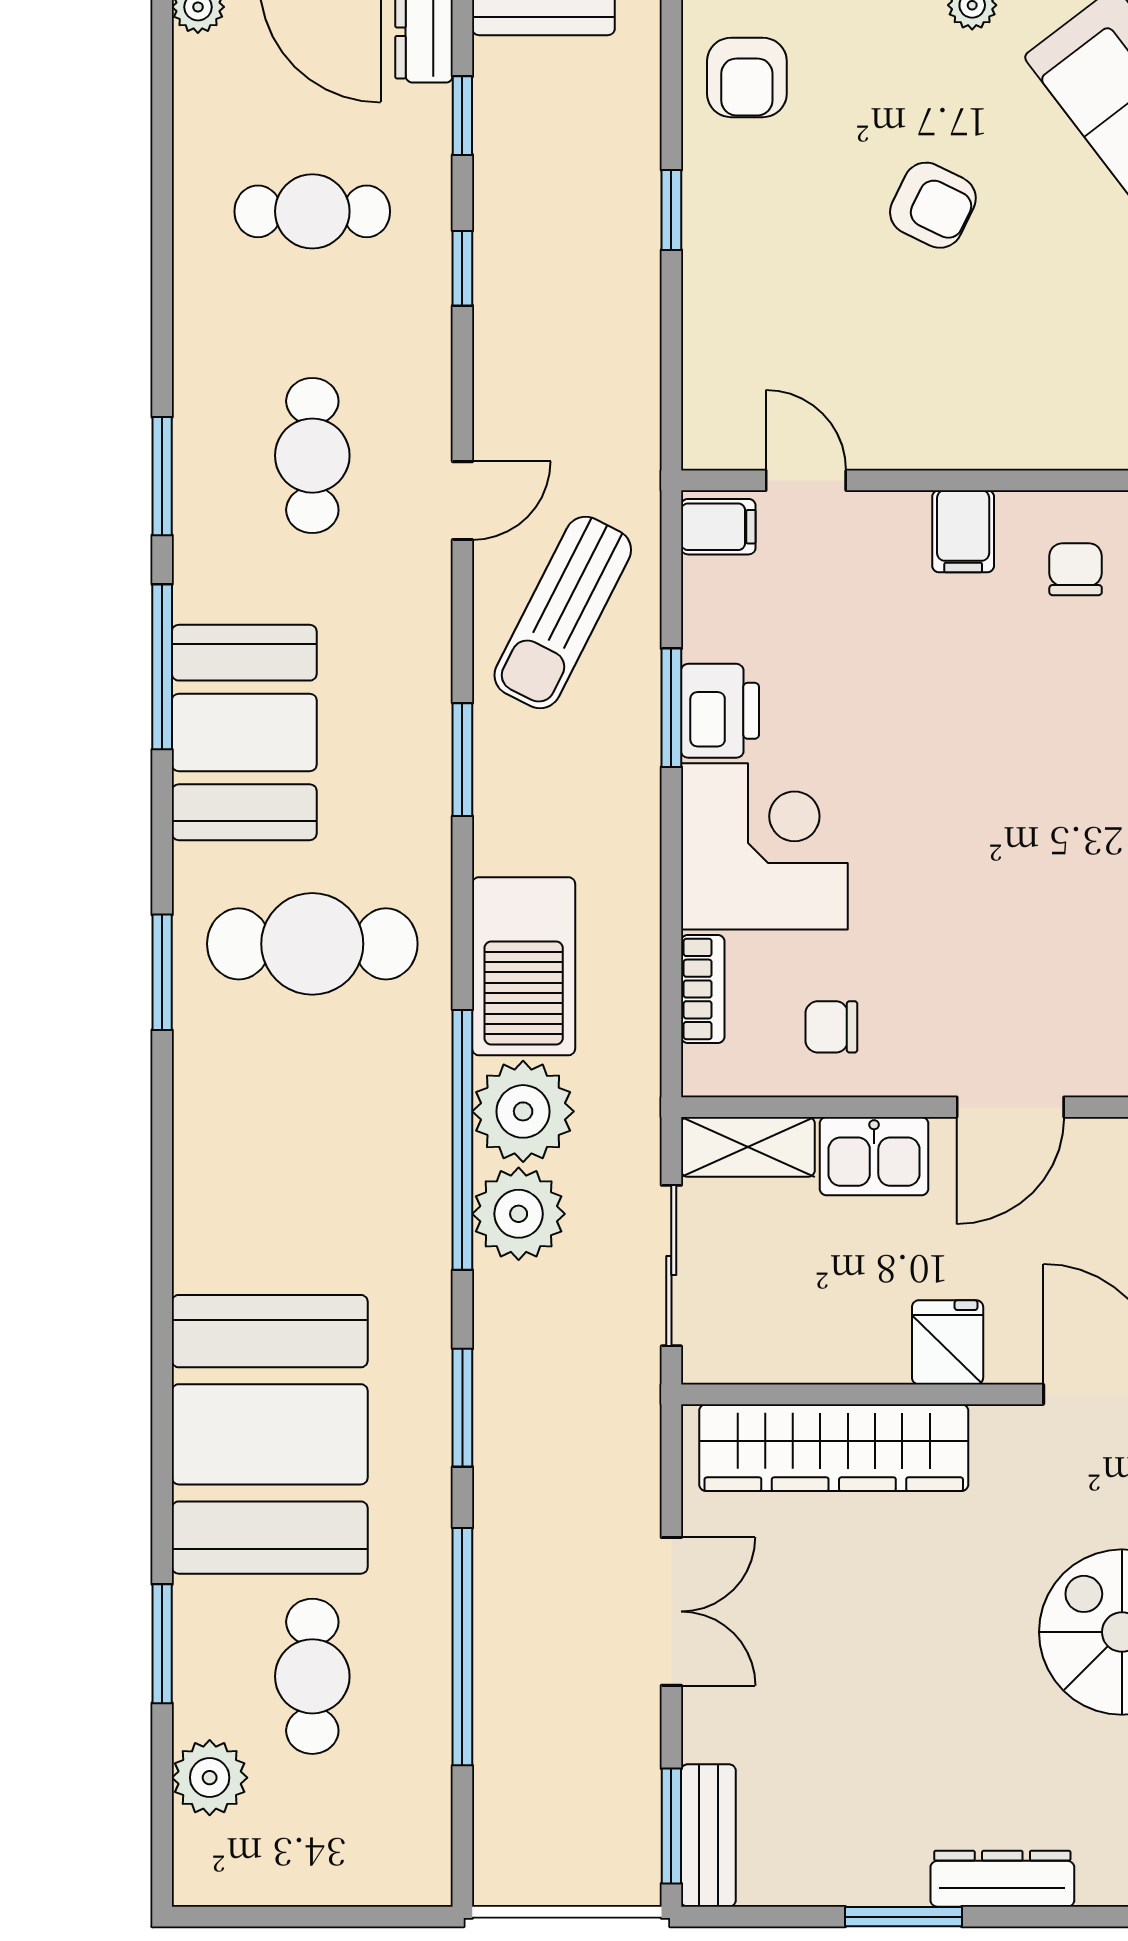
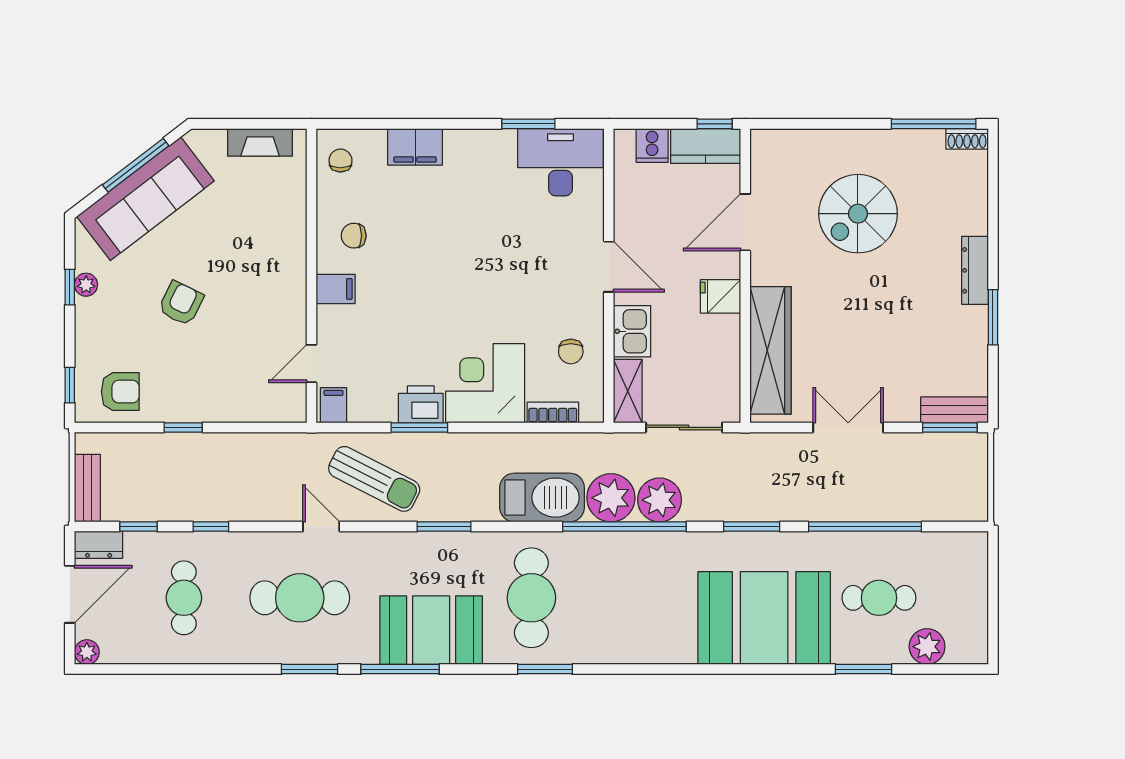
cafe table: (312, 456) -> (300, 598), width x1.37, depth x1.35

